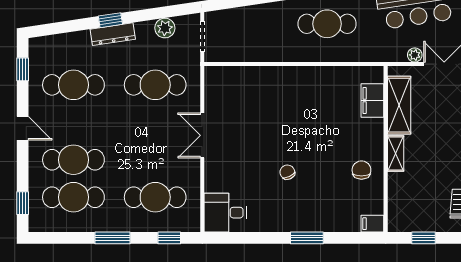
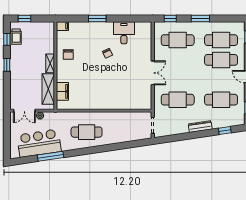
window: (110, 20) -> (225, 131), moved
plant: (165, 28) -> (173, 130), removed
desk: (225, 213) -> (124, 33), moved, turned -90
window: (424, 238) -> (25, 19), moved

